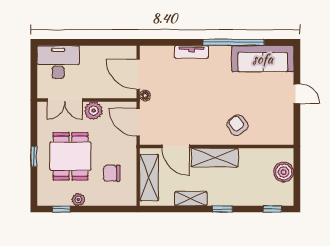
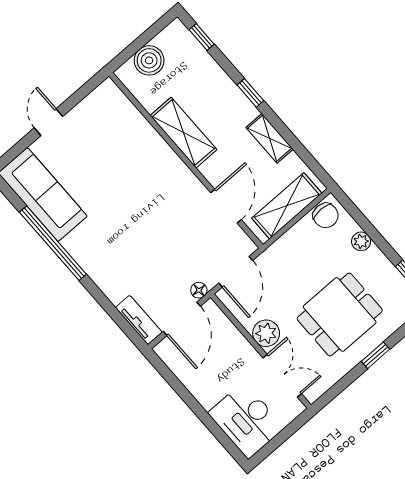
tv unit: (191, 52) -> (139, 320), moved
armchair: (238, 125) -> (142, 158), removed
shelving: (215, 158) -> (183, 133), moved
chair: (112, 173) -> (326, 215), moved
plant: (78, 199) -> (361, 241), moved

